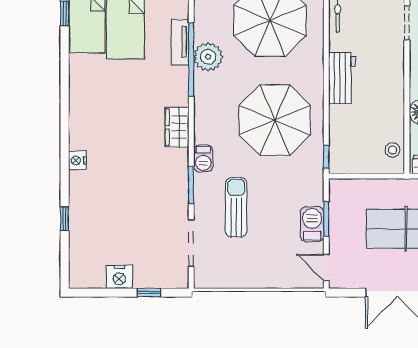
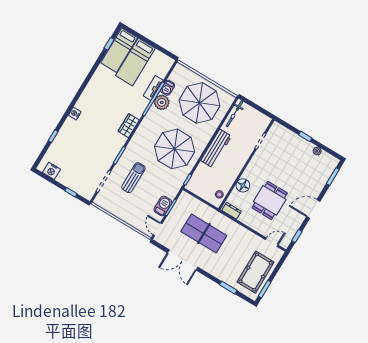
workbench: (342, 78) -> (216, 148), width x1.38
barbecue: (203, 159) -> (168, 88), moved
nightstand: (119, 277) -> (52, 171), moved

